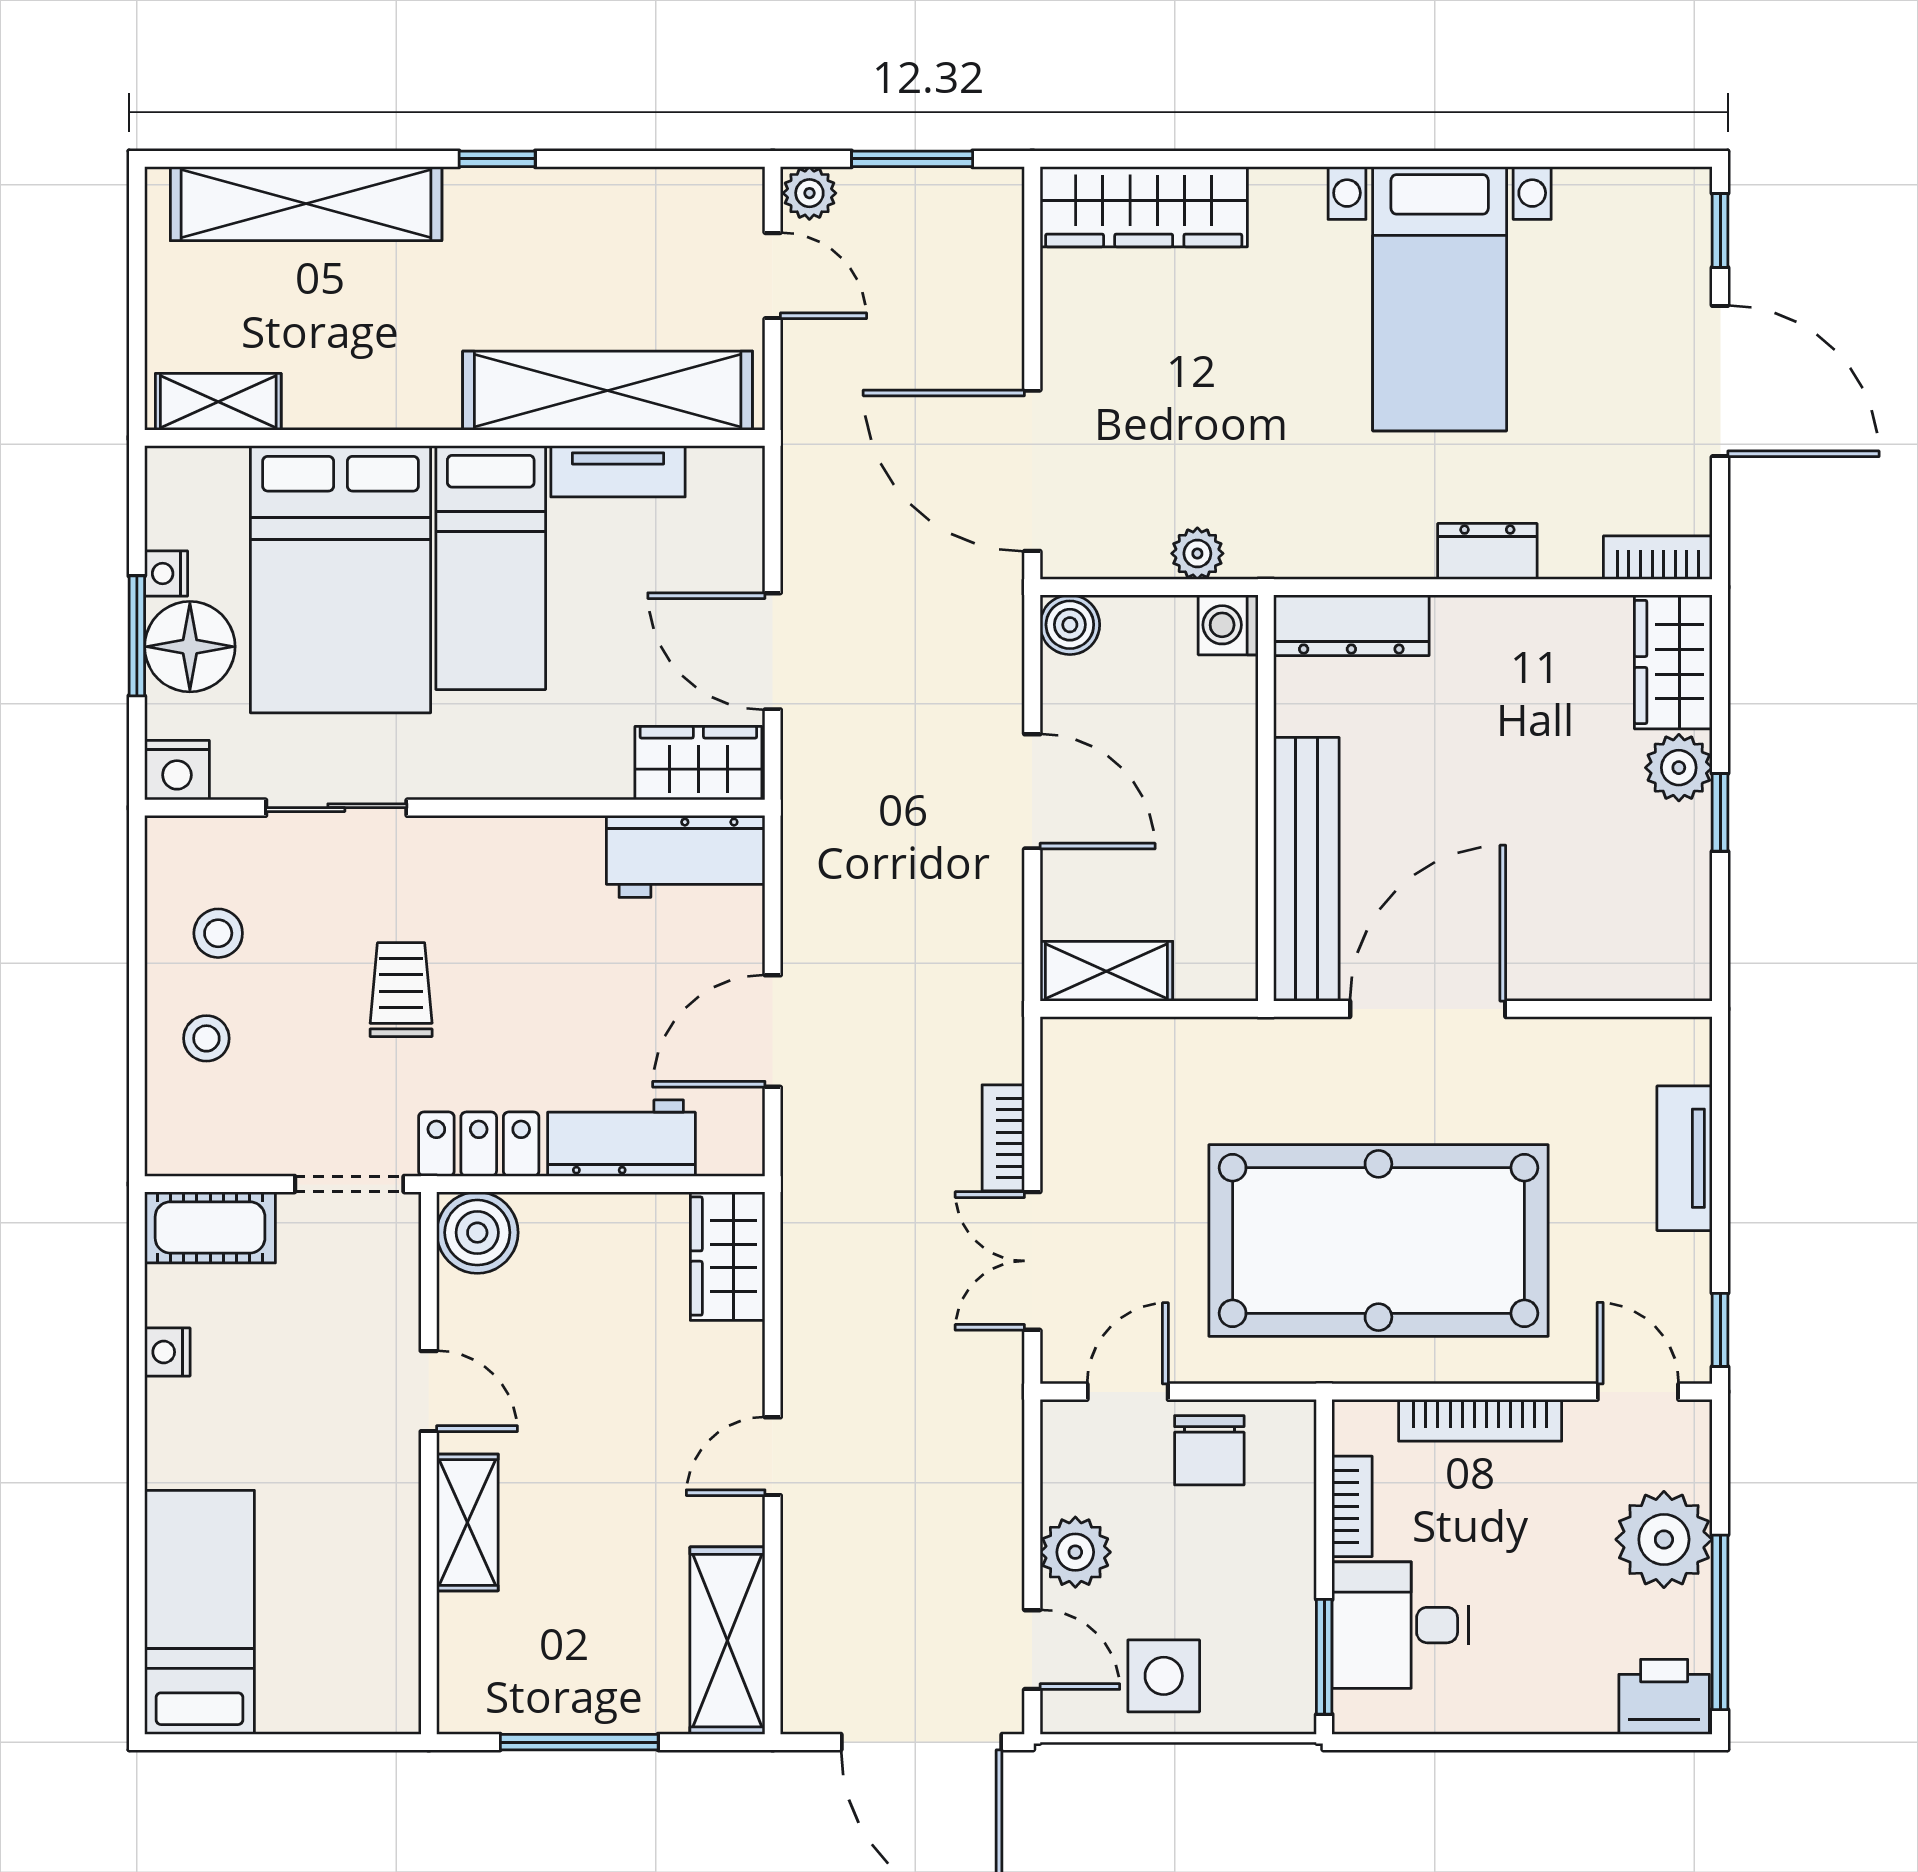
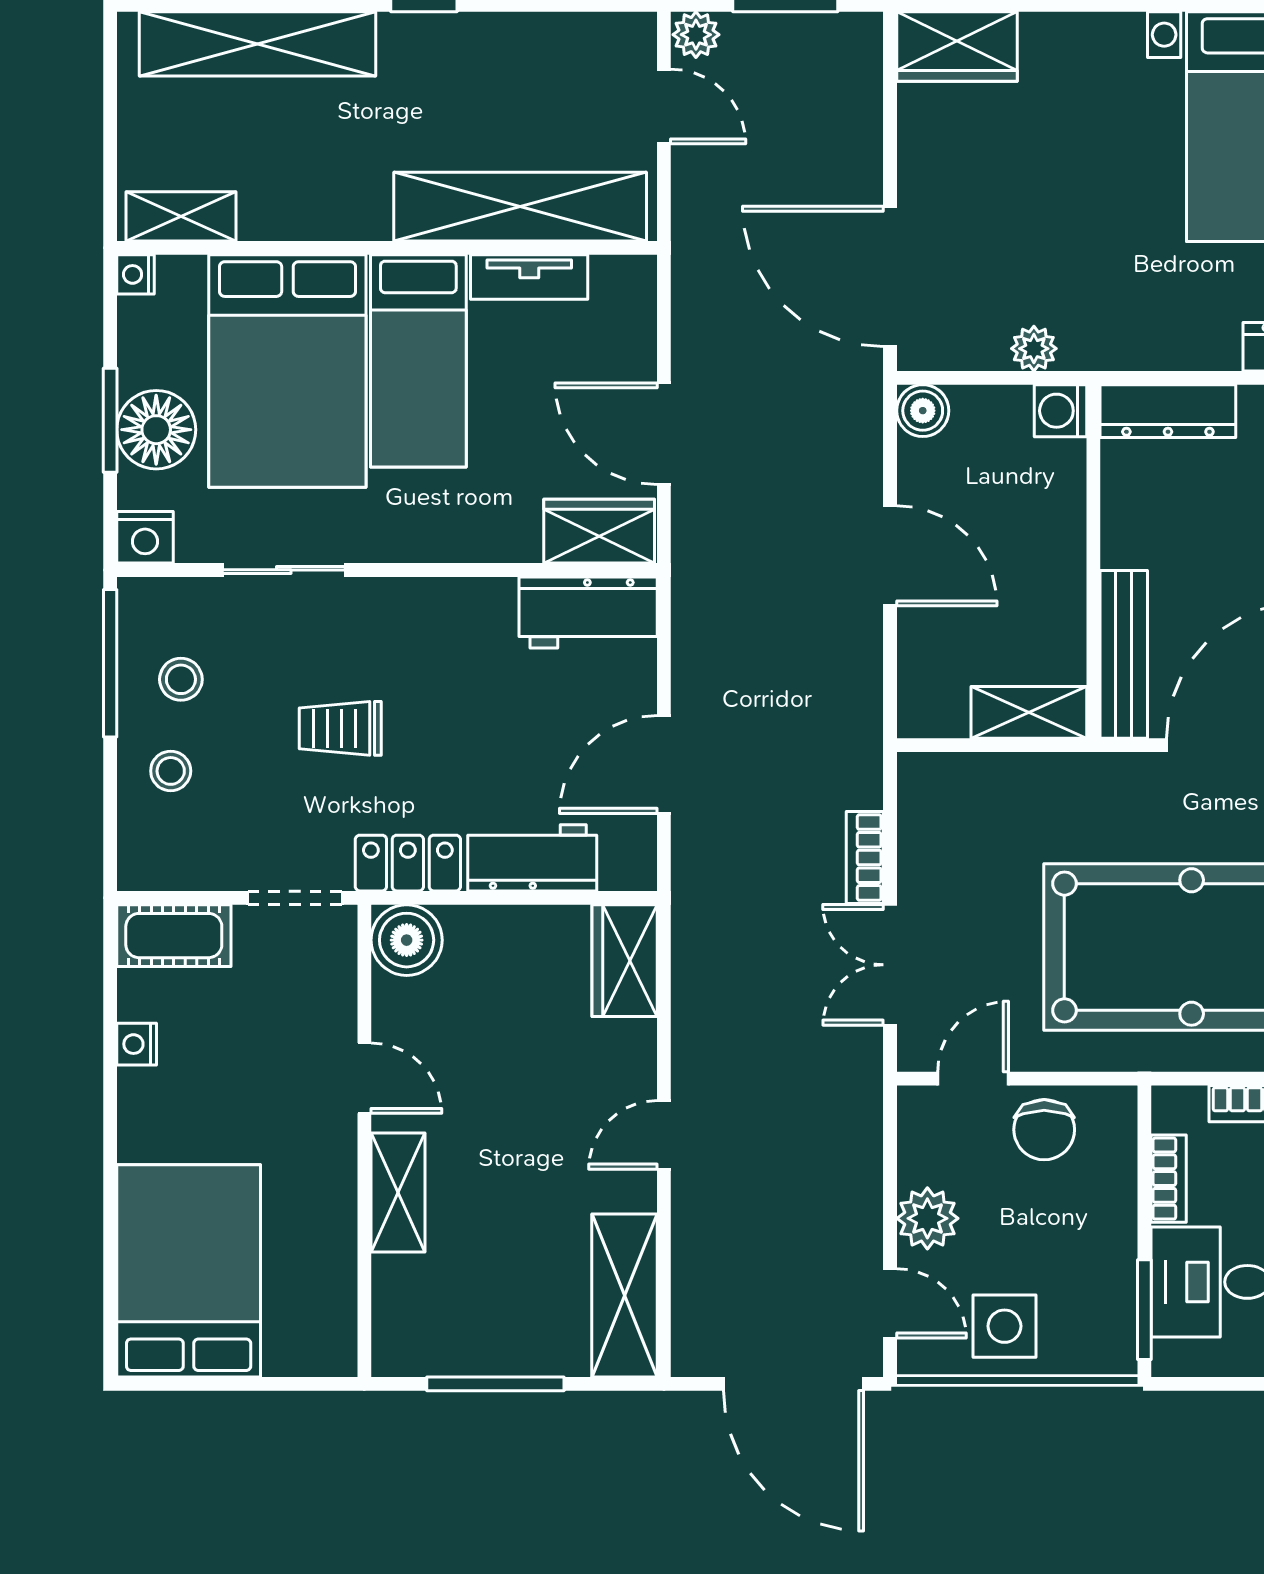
wardrobe: (1144, 207) -> (957, 47), width x0.67
nightstand: (166, 574) -> (136, 274), moved
bench: (1306, 869) -> (1124, 654), width x0.73, depth x0.82
window: (137, 915) -> (110, 663), added
shelving: (1106, 971) -> (1029, 712), moved
trolley: (401, 990) -> (340, 728), turned -90
bed: (199, 1612) -> (189, 1271), width x1.50

